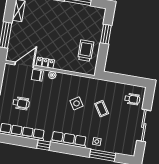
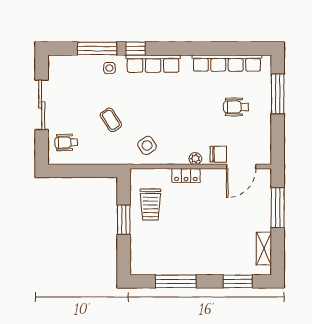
window: (106, 34) -> (124, 220), moved
locker: (45, 63) -> (186, 175), moved
side table: (76, 103) -> (147, 145), moved
window: (44, 145) -> (136, 49), moved

